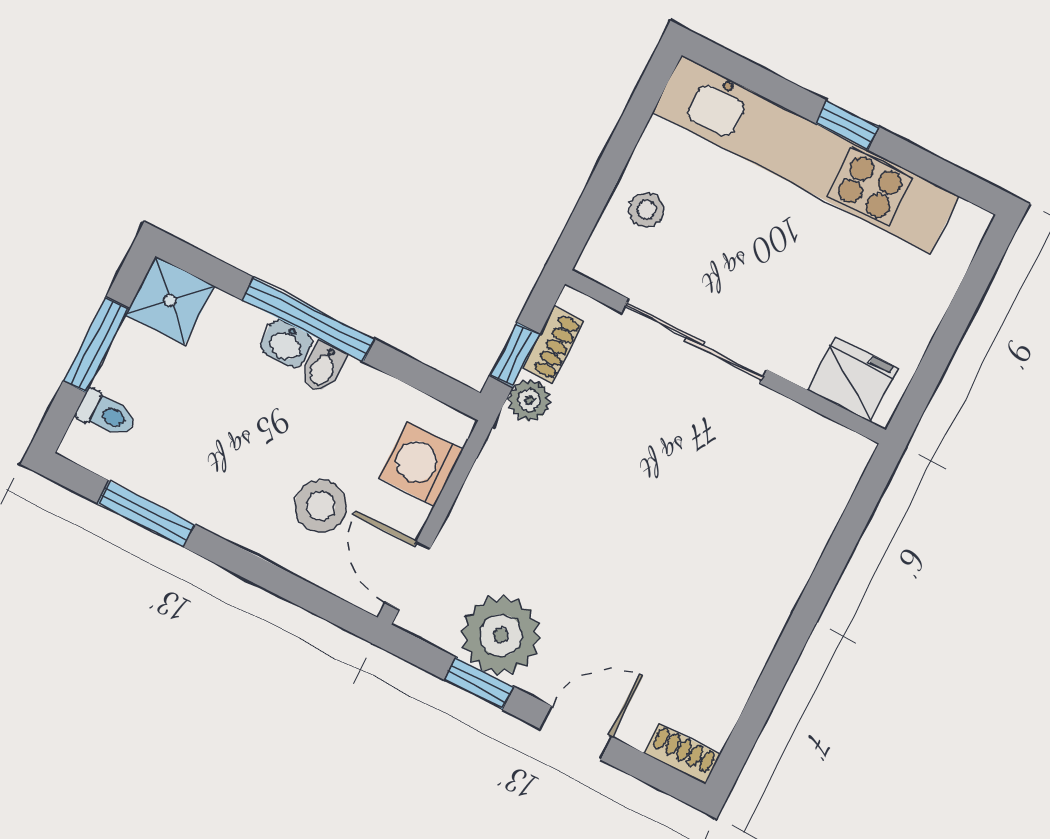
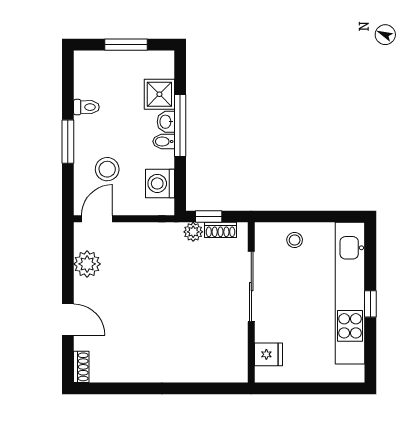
shower: (170, 300) -> (159, 94), moved
fridge: (853, 379) -> (268, 354), width x0.72
toilet: (106, 414) -> (86, 107), moved, turned -90
washing machine: (421, 464) -> (160, 183), moved, turned -90
window: (146, 514) -> (68, 142), moved
plant: (501, 635) -> (87, 264), width x0.73, depth x0.73
window: (479, 683) -> (68, 270), removed

